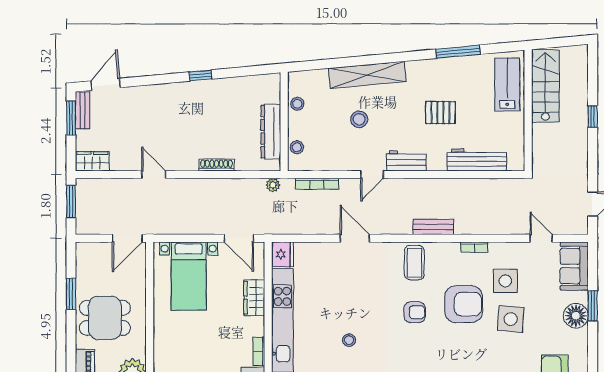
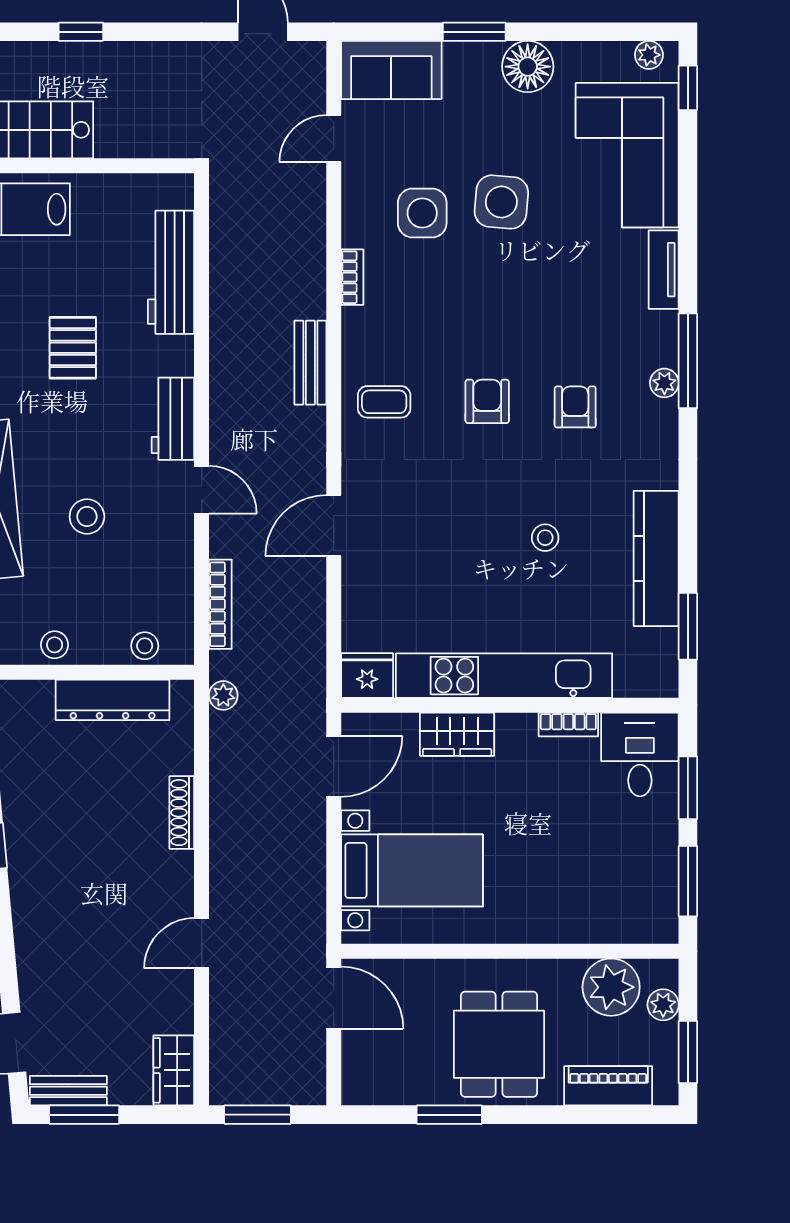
coffee table: (414, 263) -> (384, 402), width x0.73, depth x0.77
armchair: (464, 304) -> (575, 407), moved, width x0.53, depth x0.53
floor lamp: (576, 316) -> (528, 67), moved

